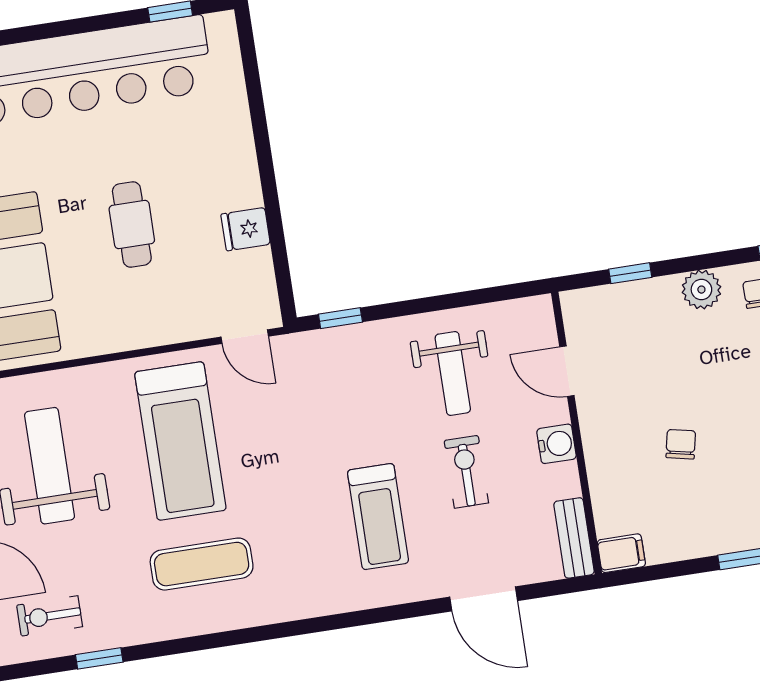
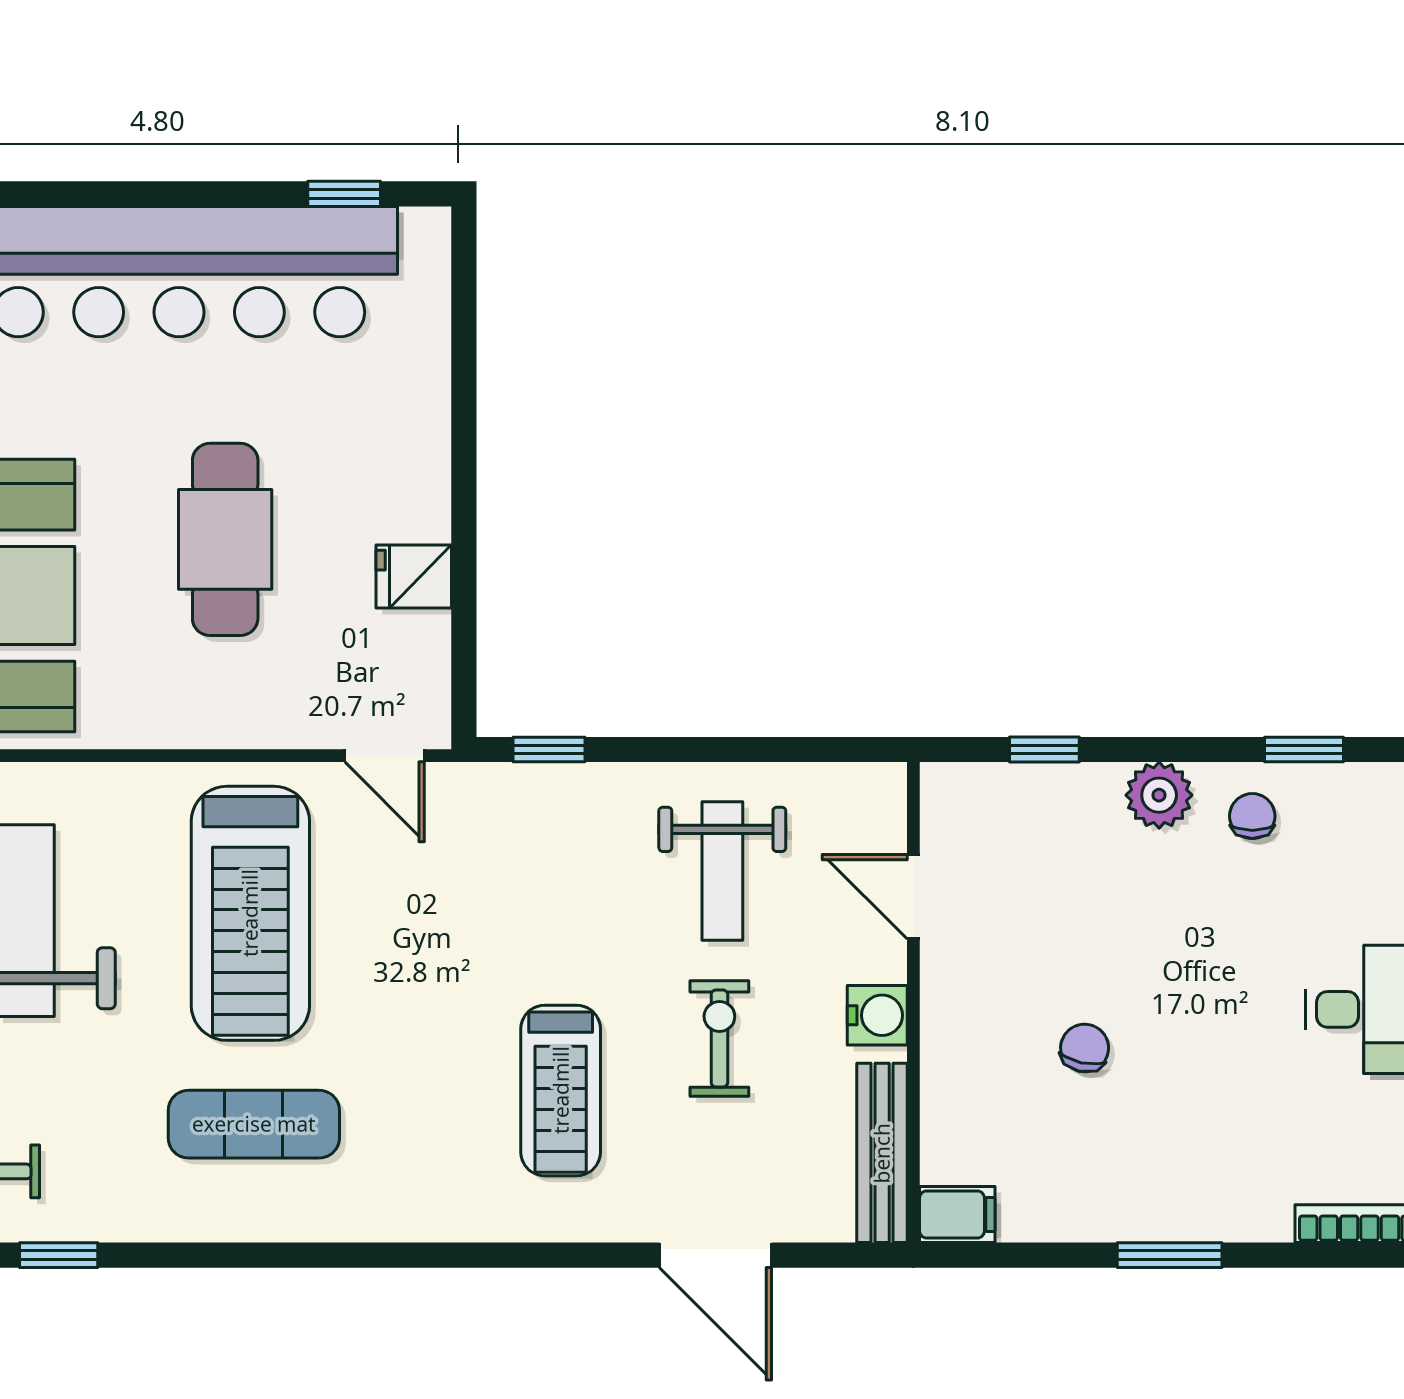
cafe table: (132, 224) -> (225, 539), width x1.37, depth x1.35
bench: (574, 538) -> (882, 1153), width x1.36

